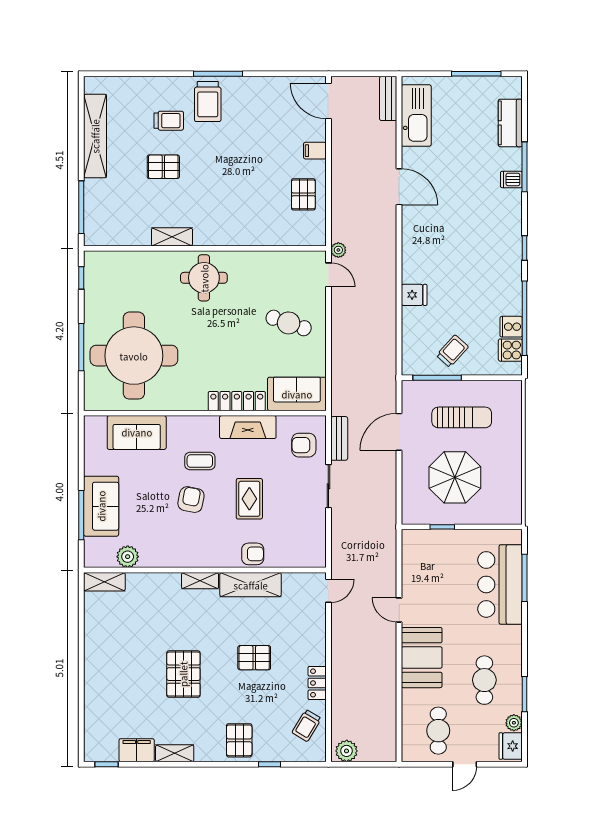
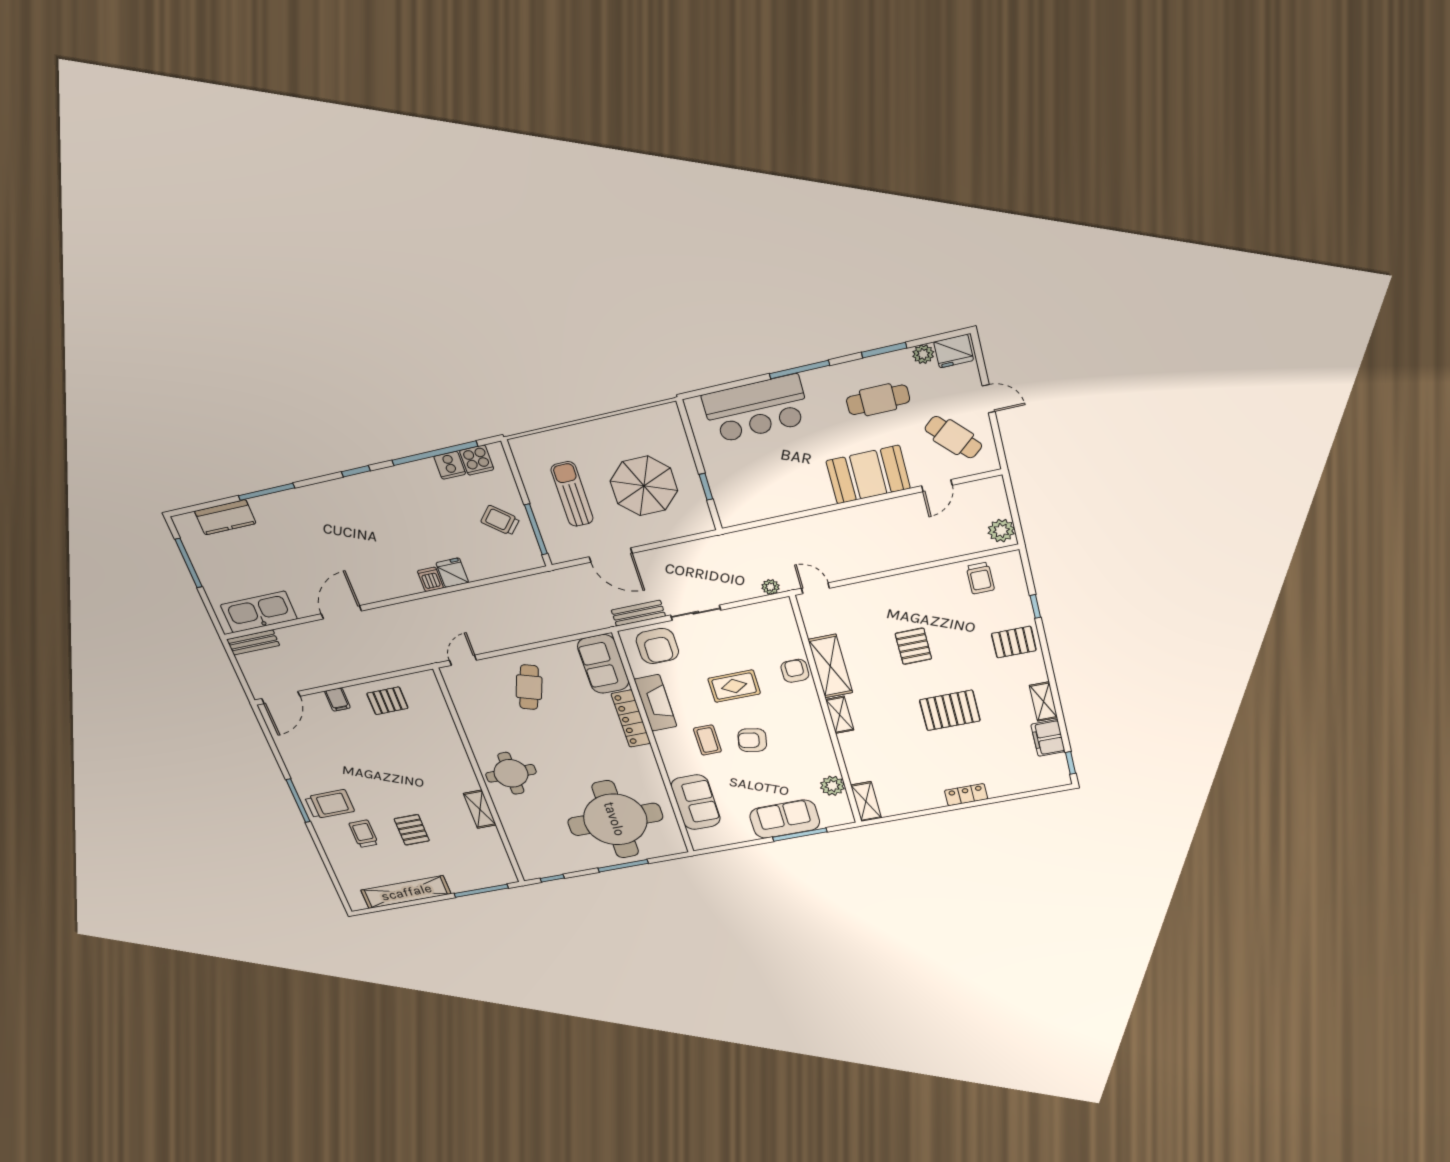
dishwasher: (511, 179) -> (430, 579), moved, turned 180
plant: (338, 250) -> (771, 587), moved
armchair: (304, 445) -> (657, 646), width x1.38, depth x1.38
window: (525, 578) -> (799, 370), moved
door: (399, 610) -> (937, 486), moved
locker: (317, 683) -> (966, 795), moved, turned 180
trolley: (307, 725) -> (980, 578), turned 59
cafe table: (438, 731) -> (953, 437), turned 48

